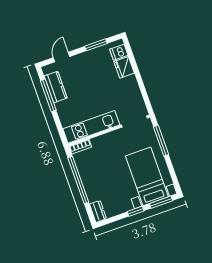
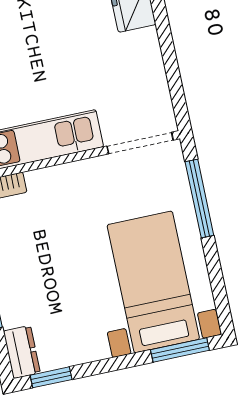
window: (136, 211) -> (51, 377), moved

